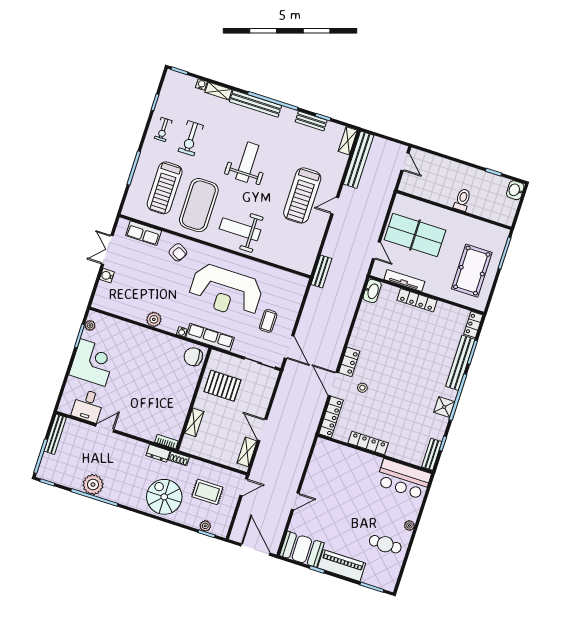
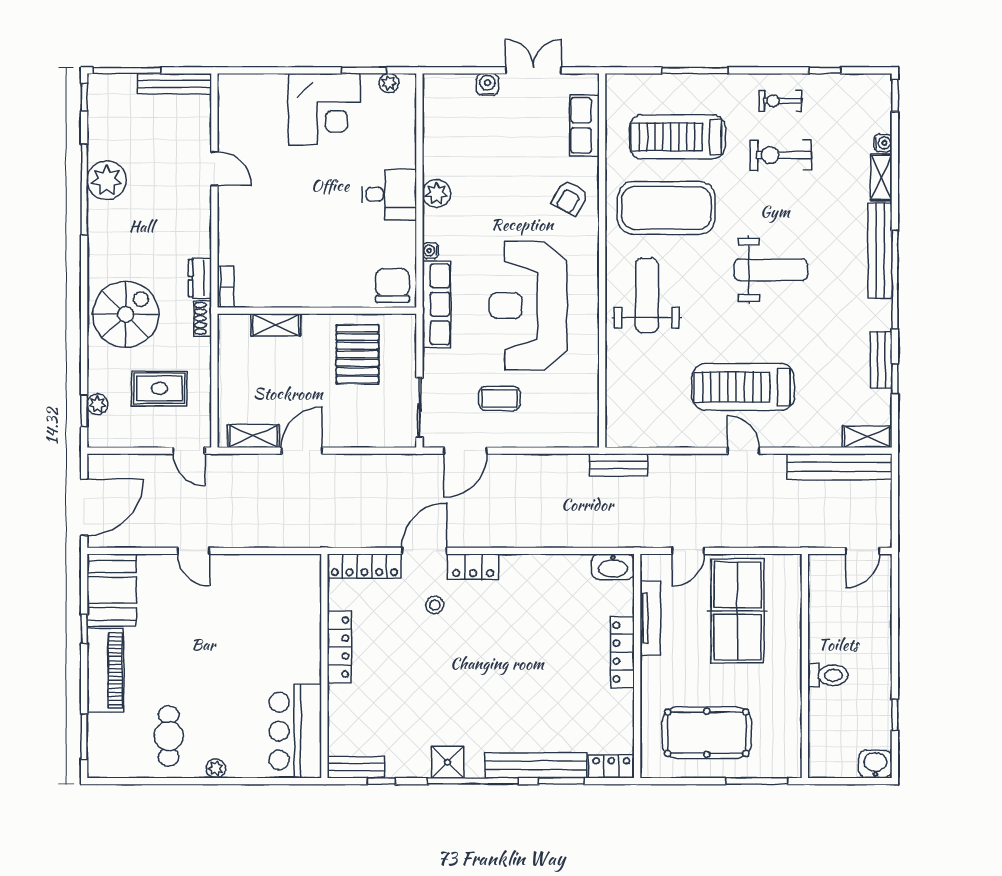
desk: (88, 406) -> (389, 194), moved, turned 180
rug: (207, 492) -> (159, 388), turned 90

